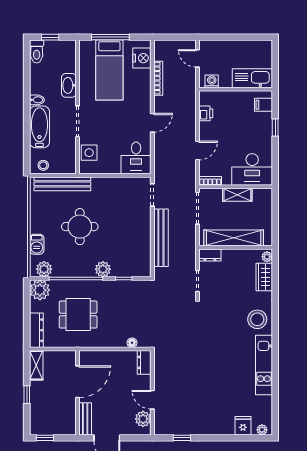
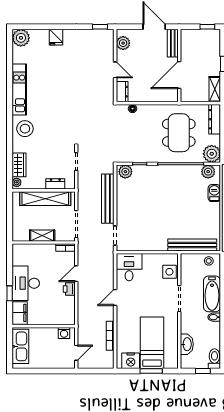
window: (110, 37) -> (151, 371), width x0.69
nightstand: (142, 58) -> (131, 361), moved, turned -90
door: (198, 58) -> (76, 353), hinge flipped
kitchen sink: (252, 78) -> (20, 346), moved, turned -90
washbasin: (69, 85) -> (187, 344), moved
filing cabinet: (264, 105) -> (20, 313), width x2.00
printer: (206, 113) -> (69, 289), moved
desk: (252, 169) -> (26, 283), moved, turned -90
round table: (80, 227) -> (177, 208), removed
dresser: (210, 255) -> (55, 184), moved
plant: (103, 269) -> (125, 172), moved
dining table: (78, 315) -> (179, 133), width x1.38
door: (152, 400) -> (115, 70), moved
fridge: (243, 426) -> (56, 37), moved
plant: (262, 430) -> (21, 38), width x1.88, depth x1.88
window: (182, 438) -> (100, 27), moved

